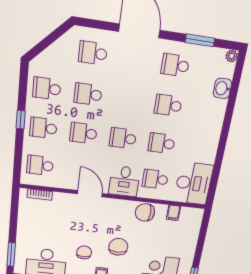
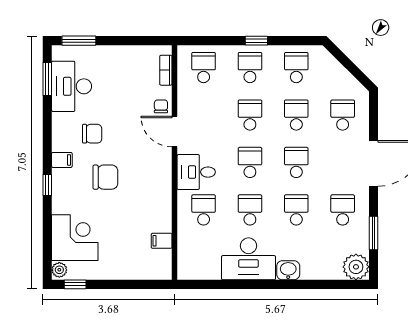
plant: (232, 56) -> (356, 267), width x1.88, depth x1.88
washbasin: (222, 88) -> (288, 270), moved
school desk: (128, 100) -> (296, 162), added
desk: (193, 183) -> (248, 259), moved
door: (90, 194) -> (175, 132), swing flipped
chair: (145, 212) -> (161, 106), moved, width x0.54, depth x0.54

